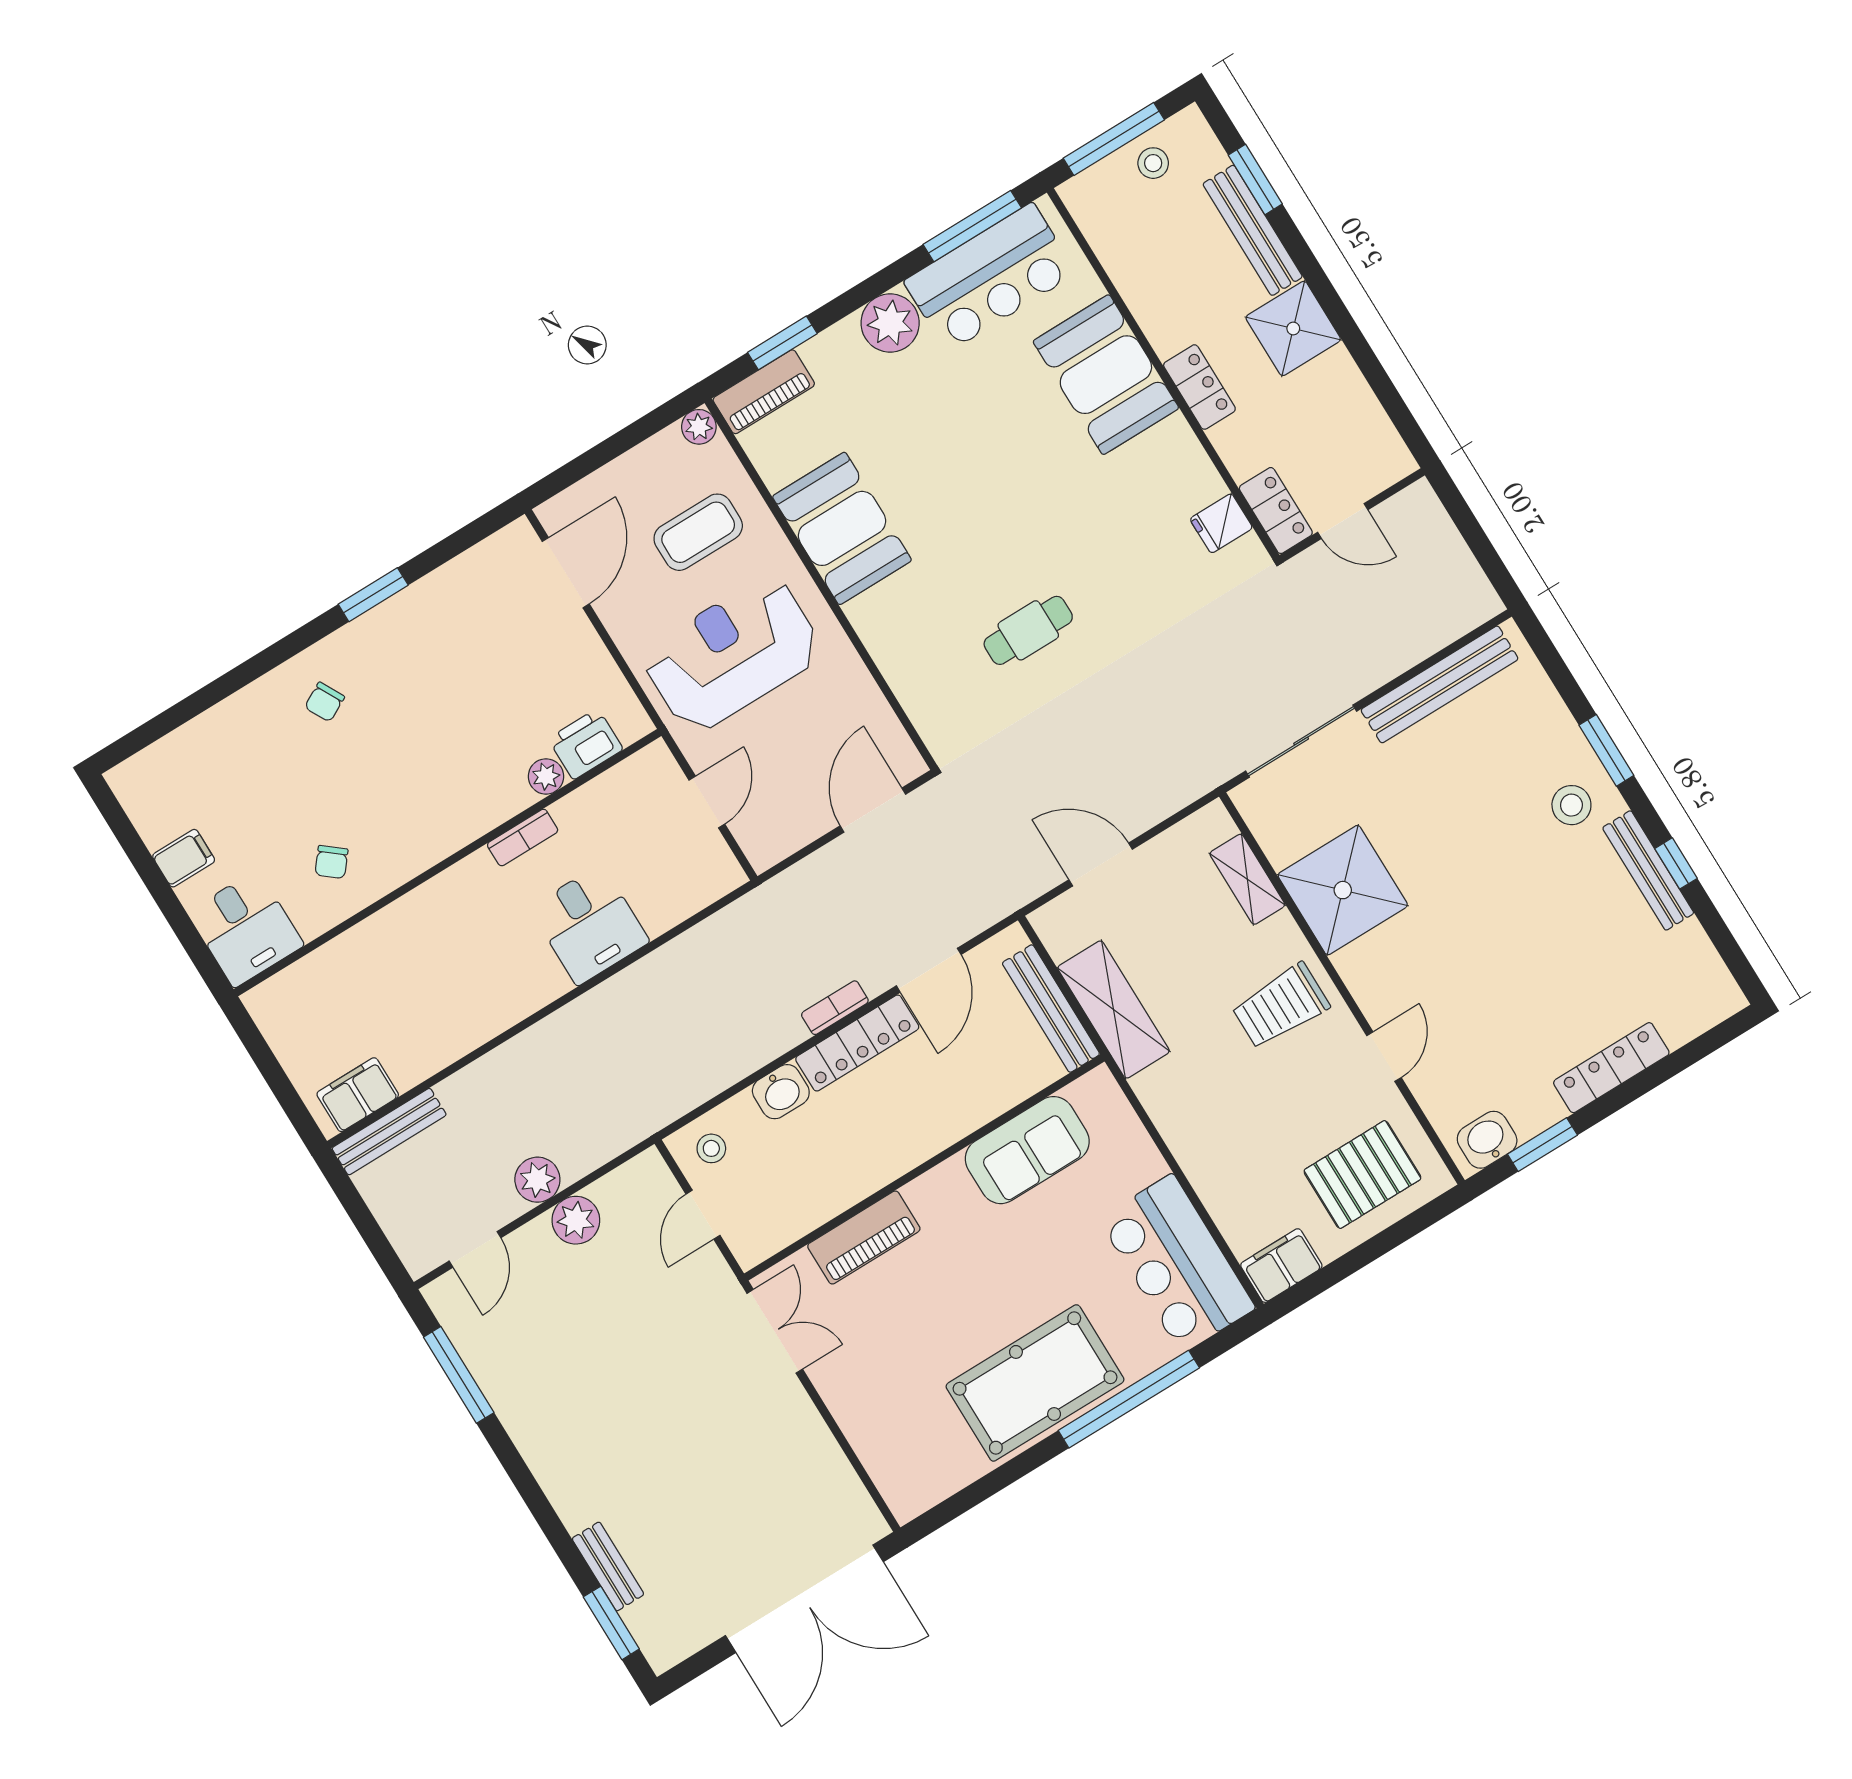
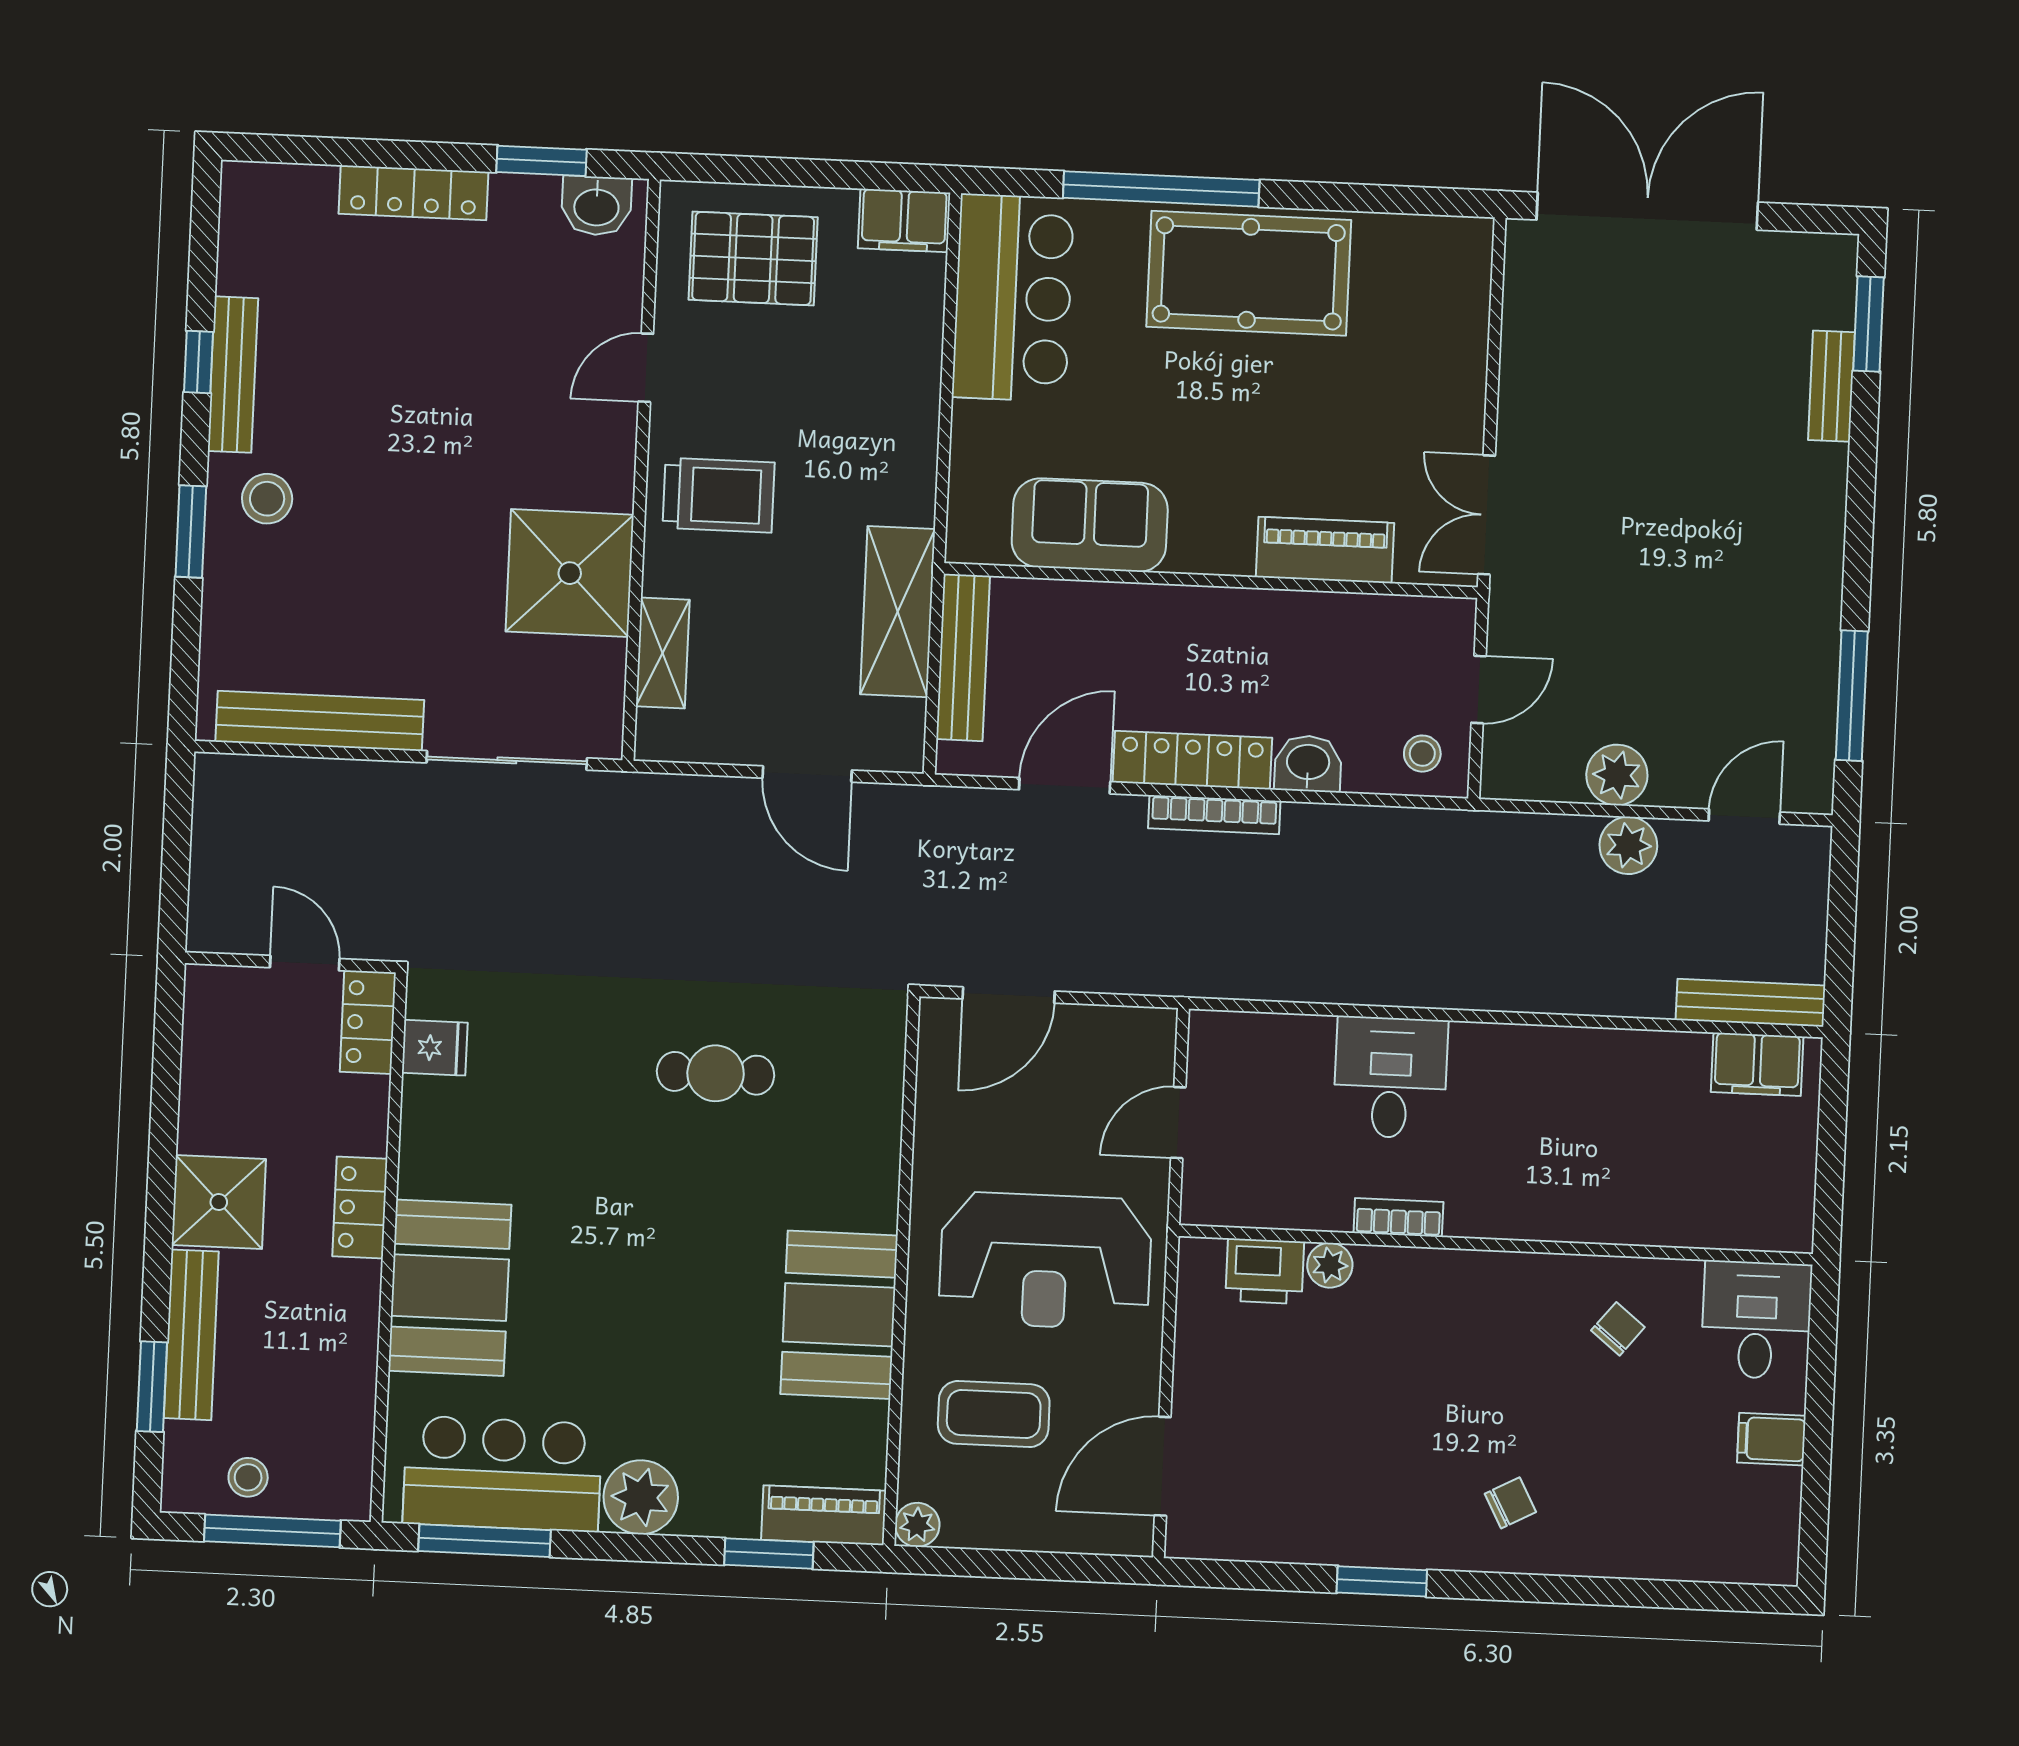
bookcase: (835, 1008) -> (1214, 815), width x1.56

